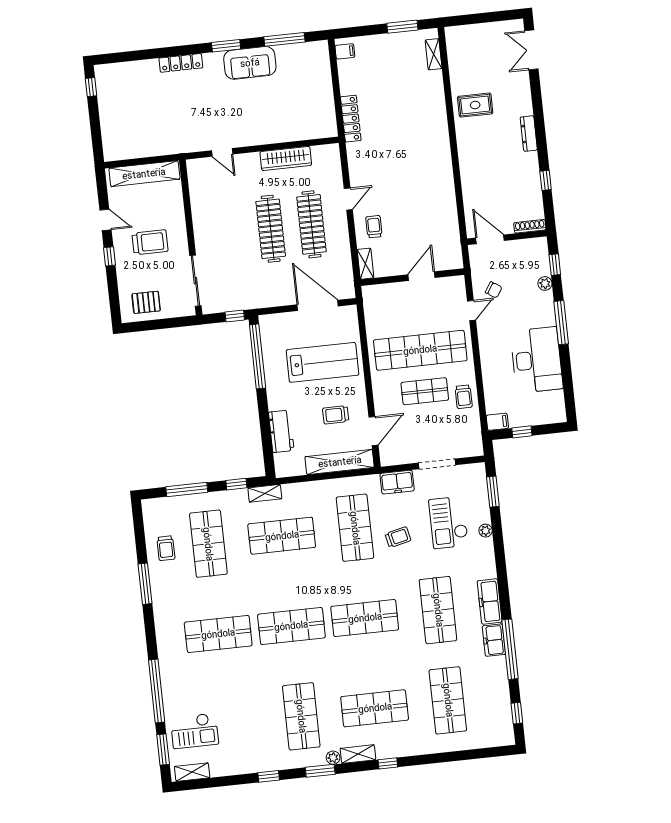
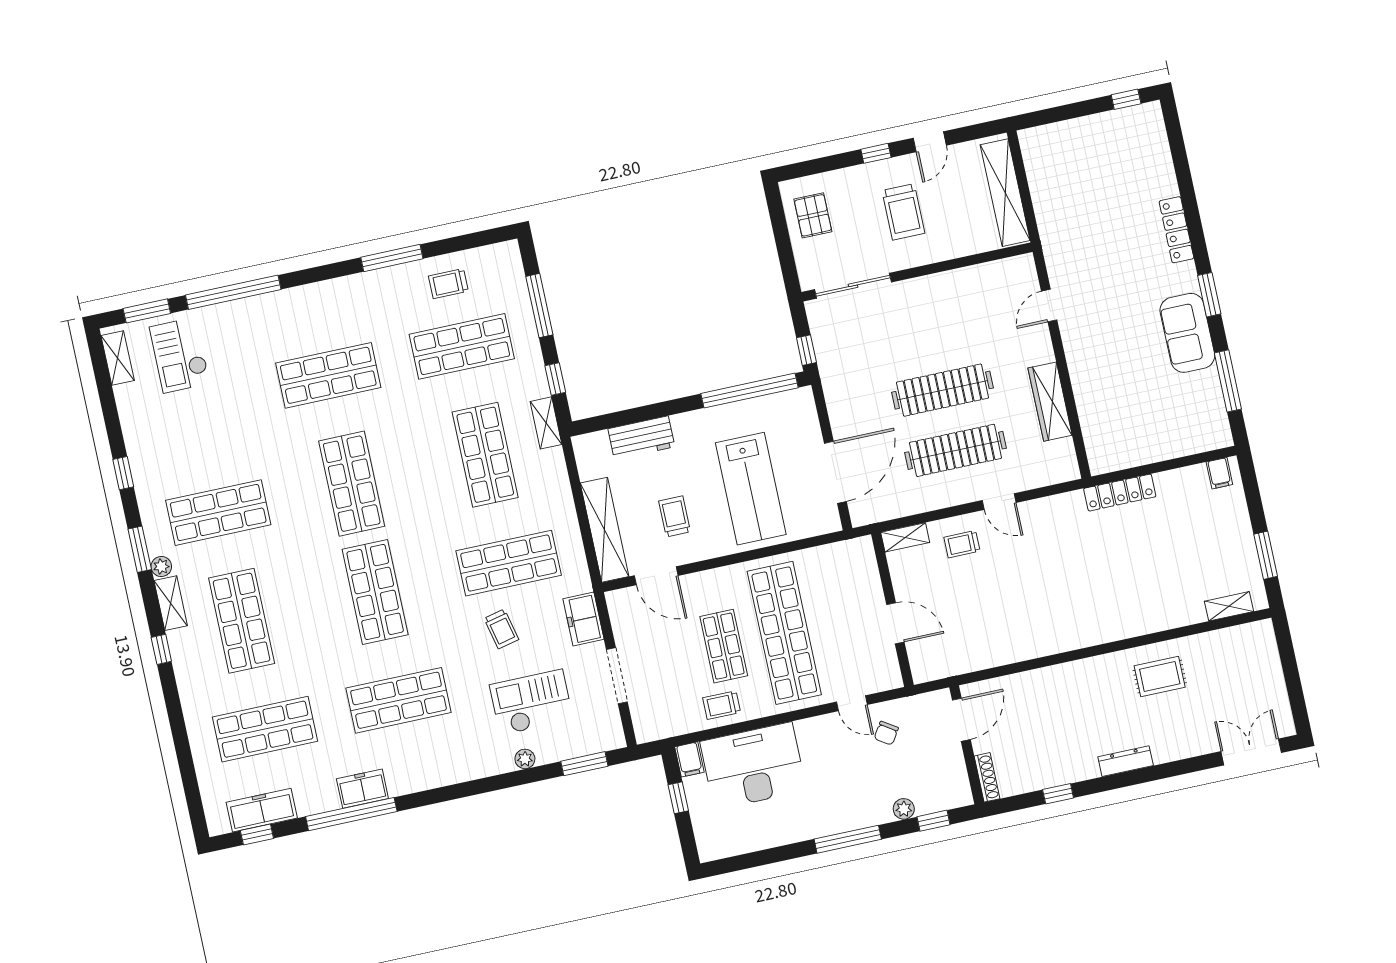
rug: (475, 105) -> (1160, 676), turned 90
trolley: (374, 227) -> (962, 544), turned 180
desk: (537, 360) -> (753, 766), moved, turned 180
freezer: (490, 601) -> (262, 810), moved
shop shelf: (218, 634) -> (328, 375), turned 90

